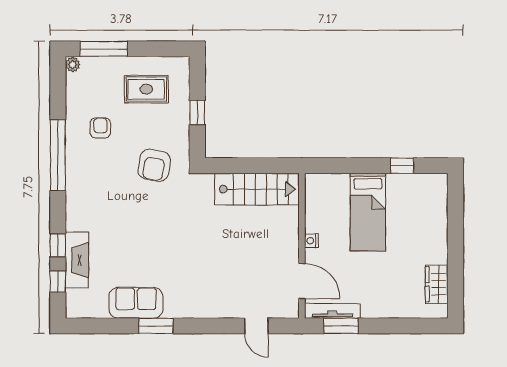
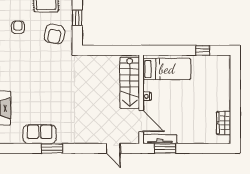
armchair: (154, 165) -> (55, 34), moved
stairs: (257, 189) -> (130, 83), moved, turned 90
bed: (368, 212) -> (167, 69), moved, turned -90

